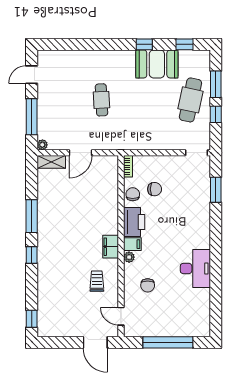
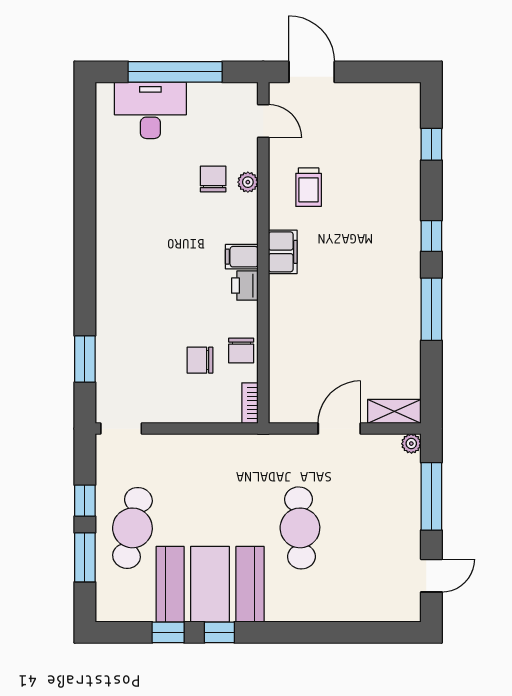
window: (185, 44) -> (168, 632), moved
booth: (157, 64) -> (210, 584), width x1.36, depth x1.42
cafe table: (101, 100) -> (300, 528), width x1.37, depth x1.35
printer: (134, 222) -> (245, 286), width x0.53, depth x0.68
plant: (129, 257) -> (248, 182), moved
desk: (195, 268) -> (150, 110), moved, turned 90
window: (32, 319) -> (431, 144), moved

